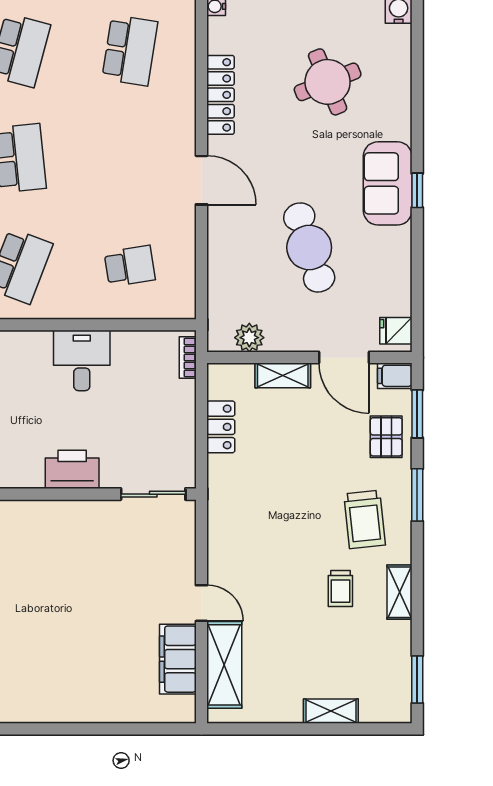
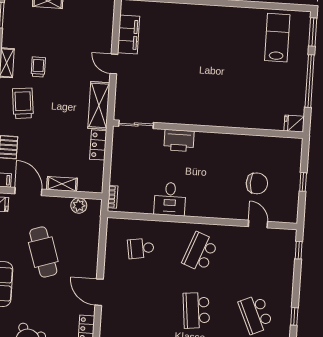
locker: (221, 427) -> (98, 145), moved
shelving: (224, 665) -> (99, 105), moved

